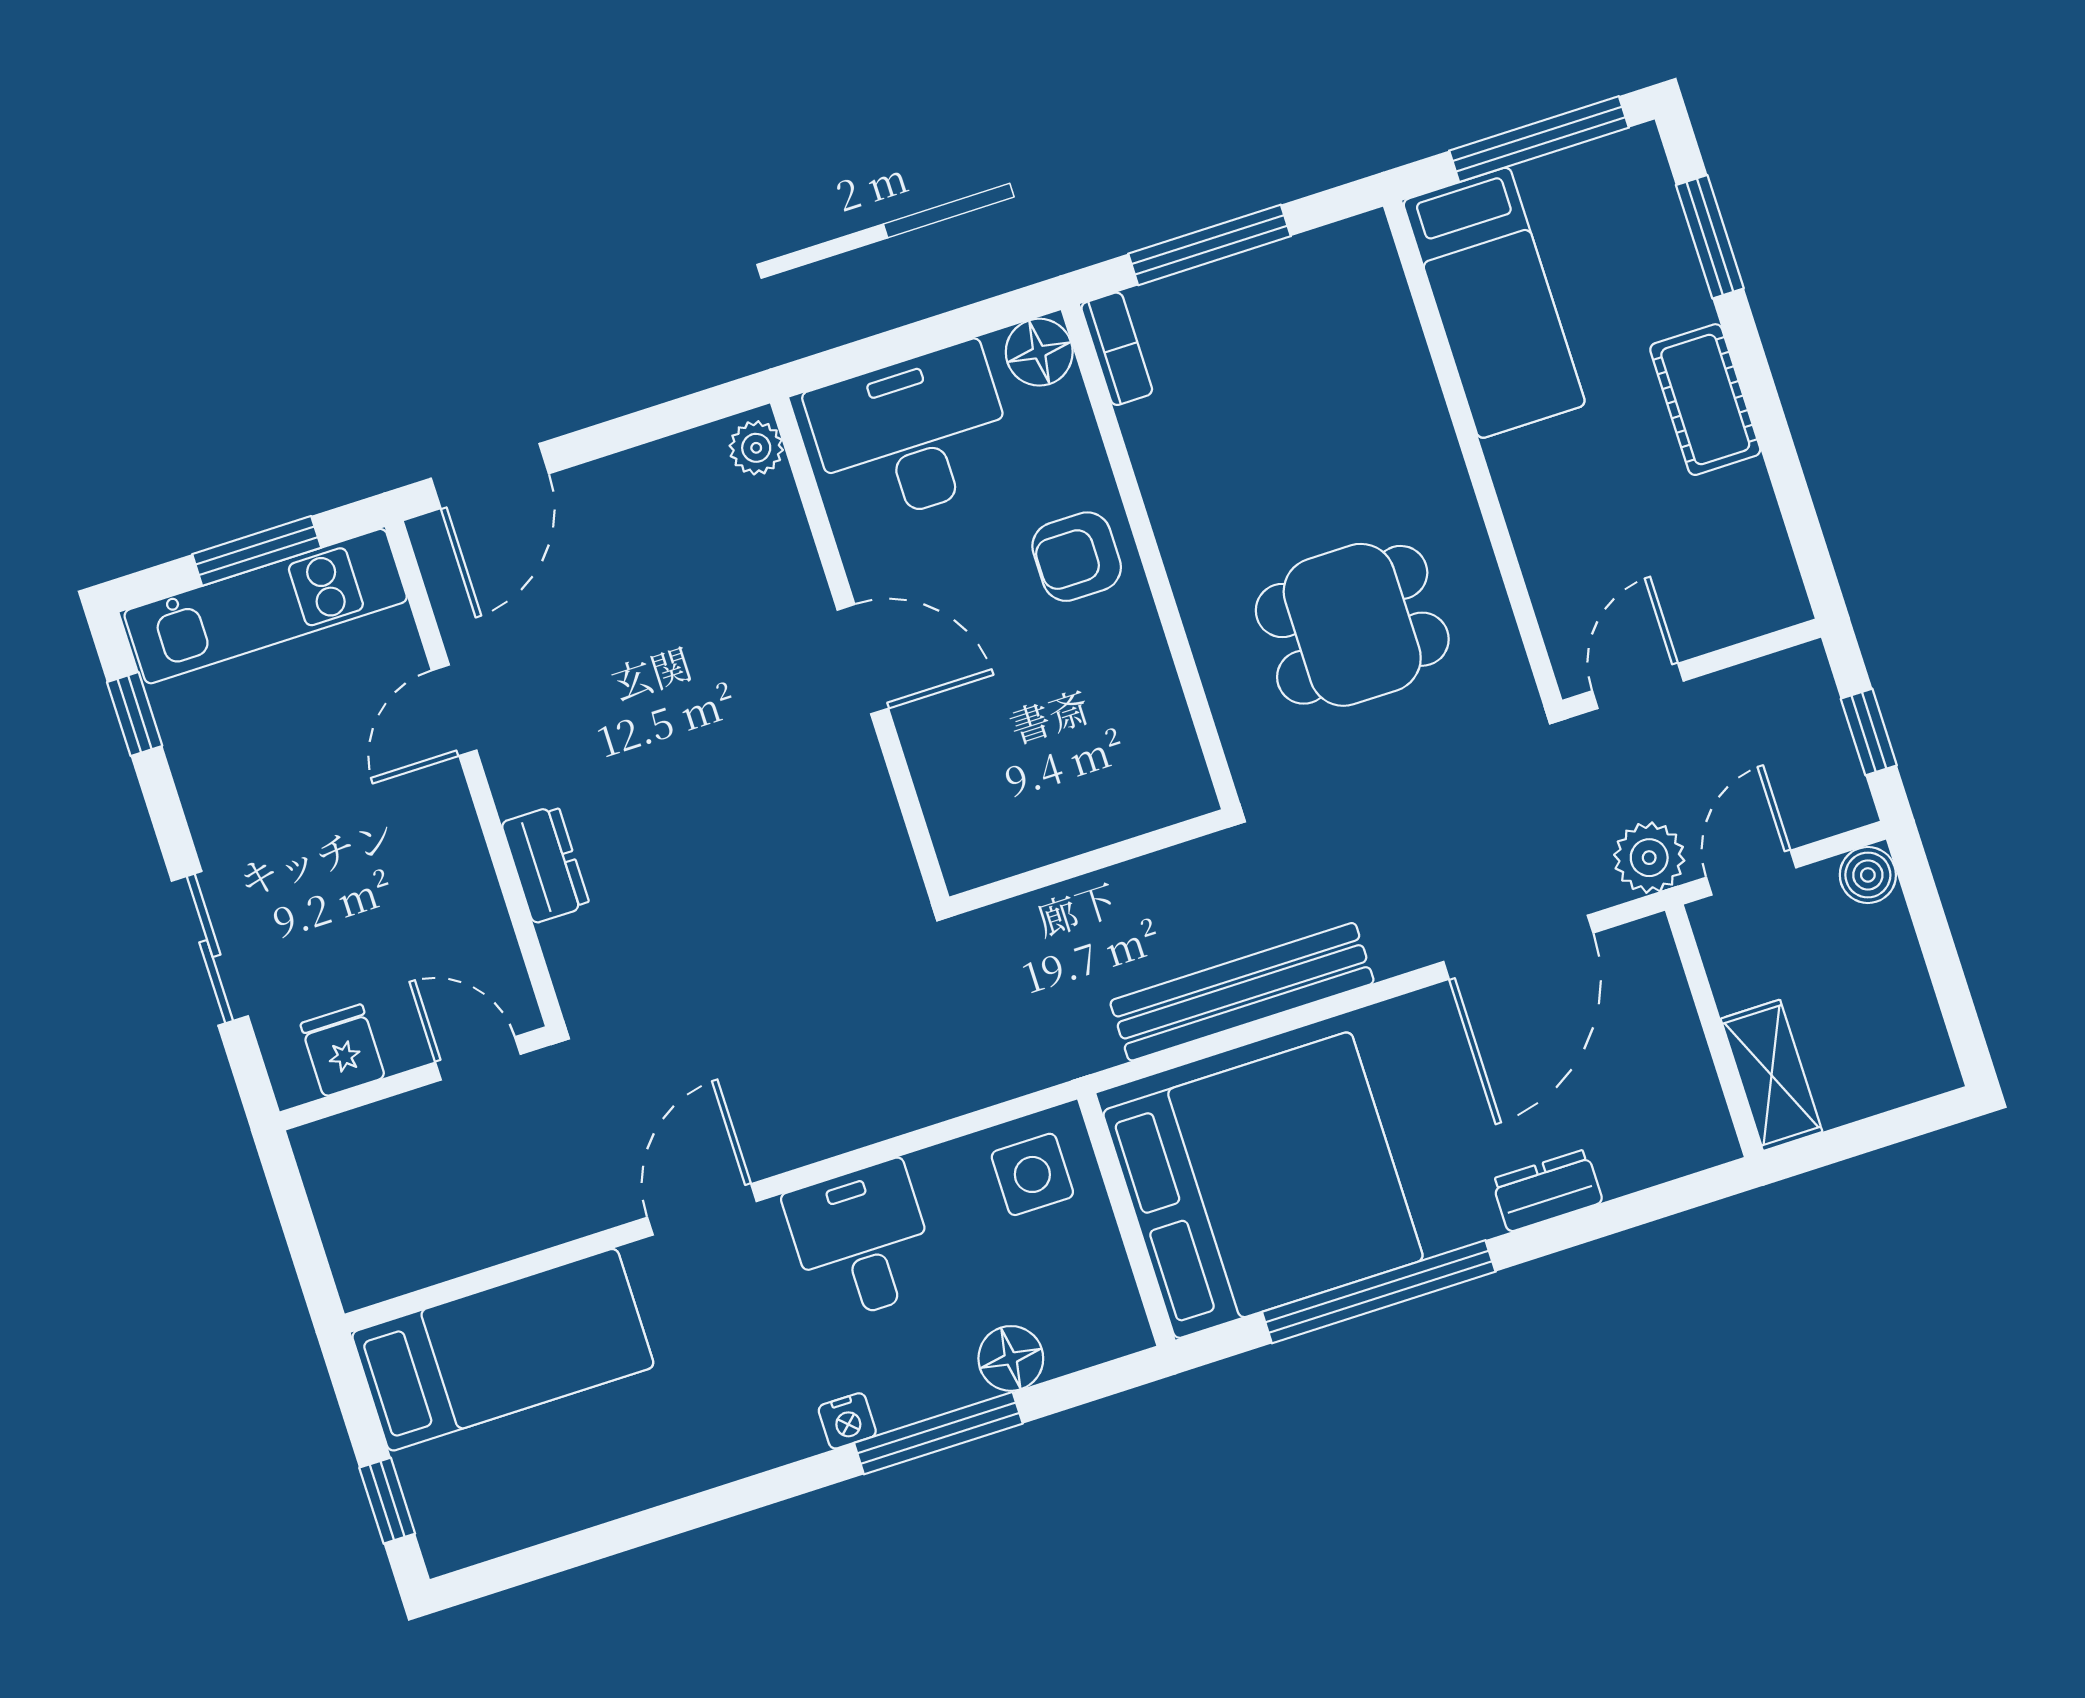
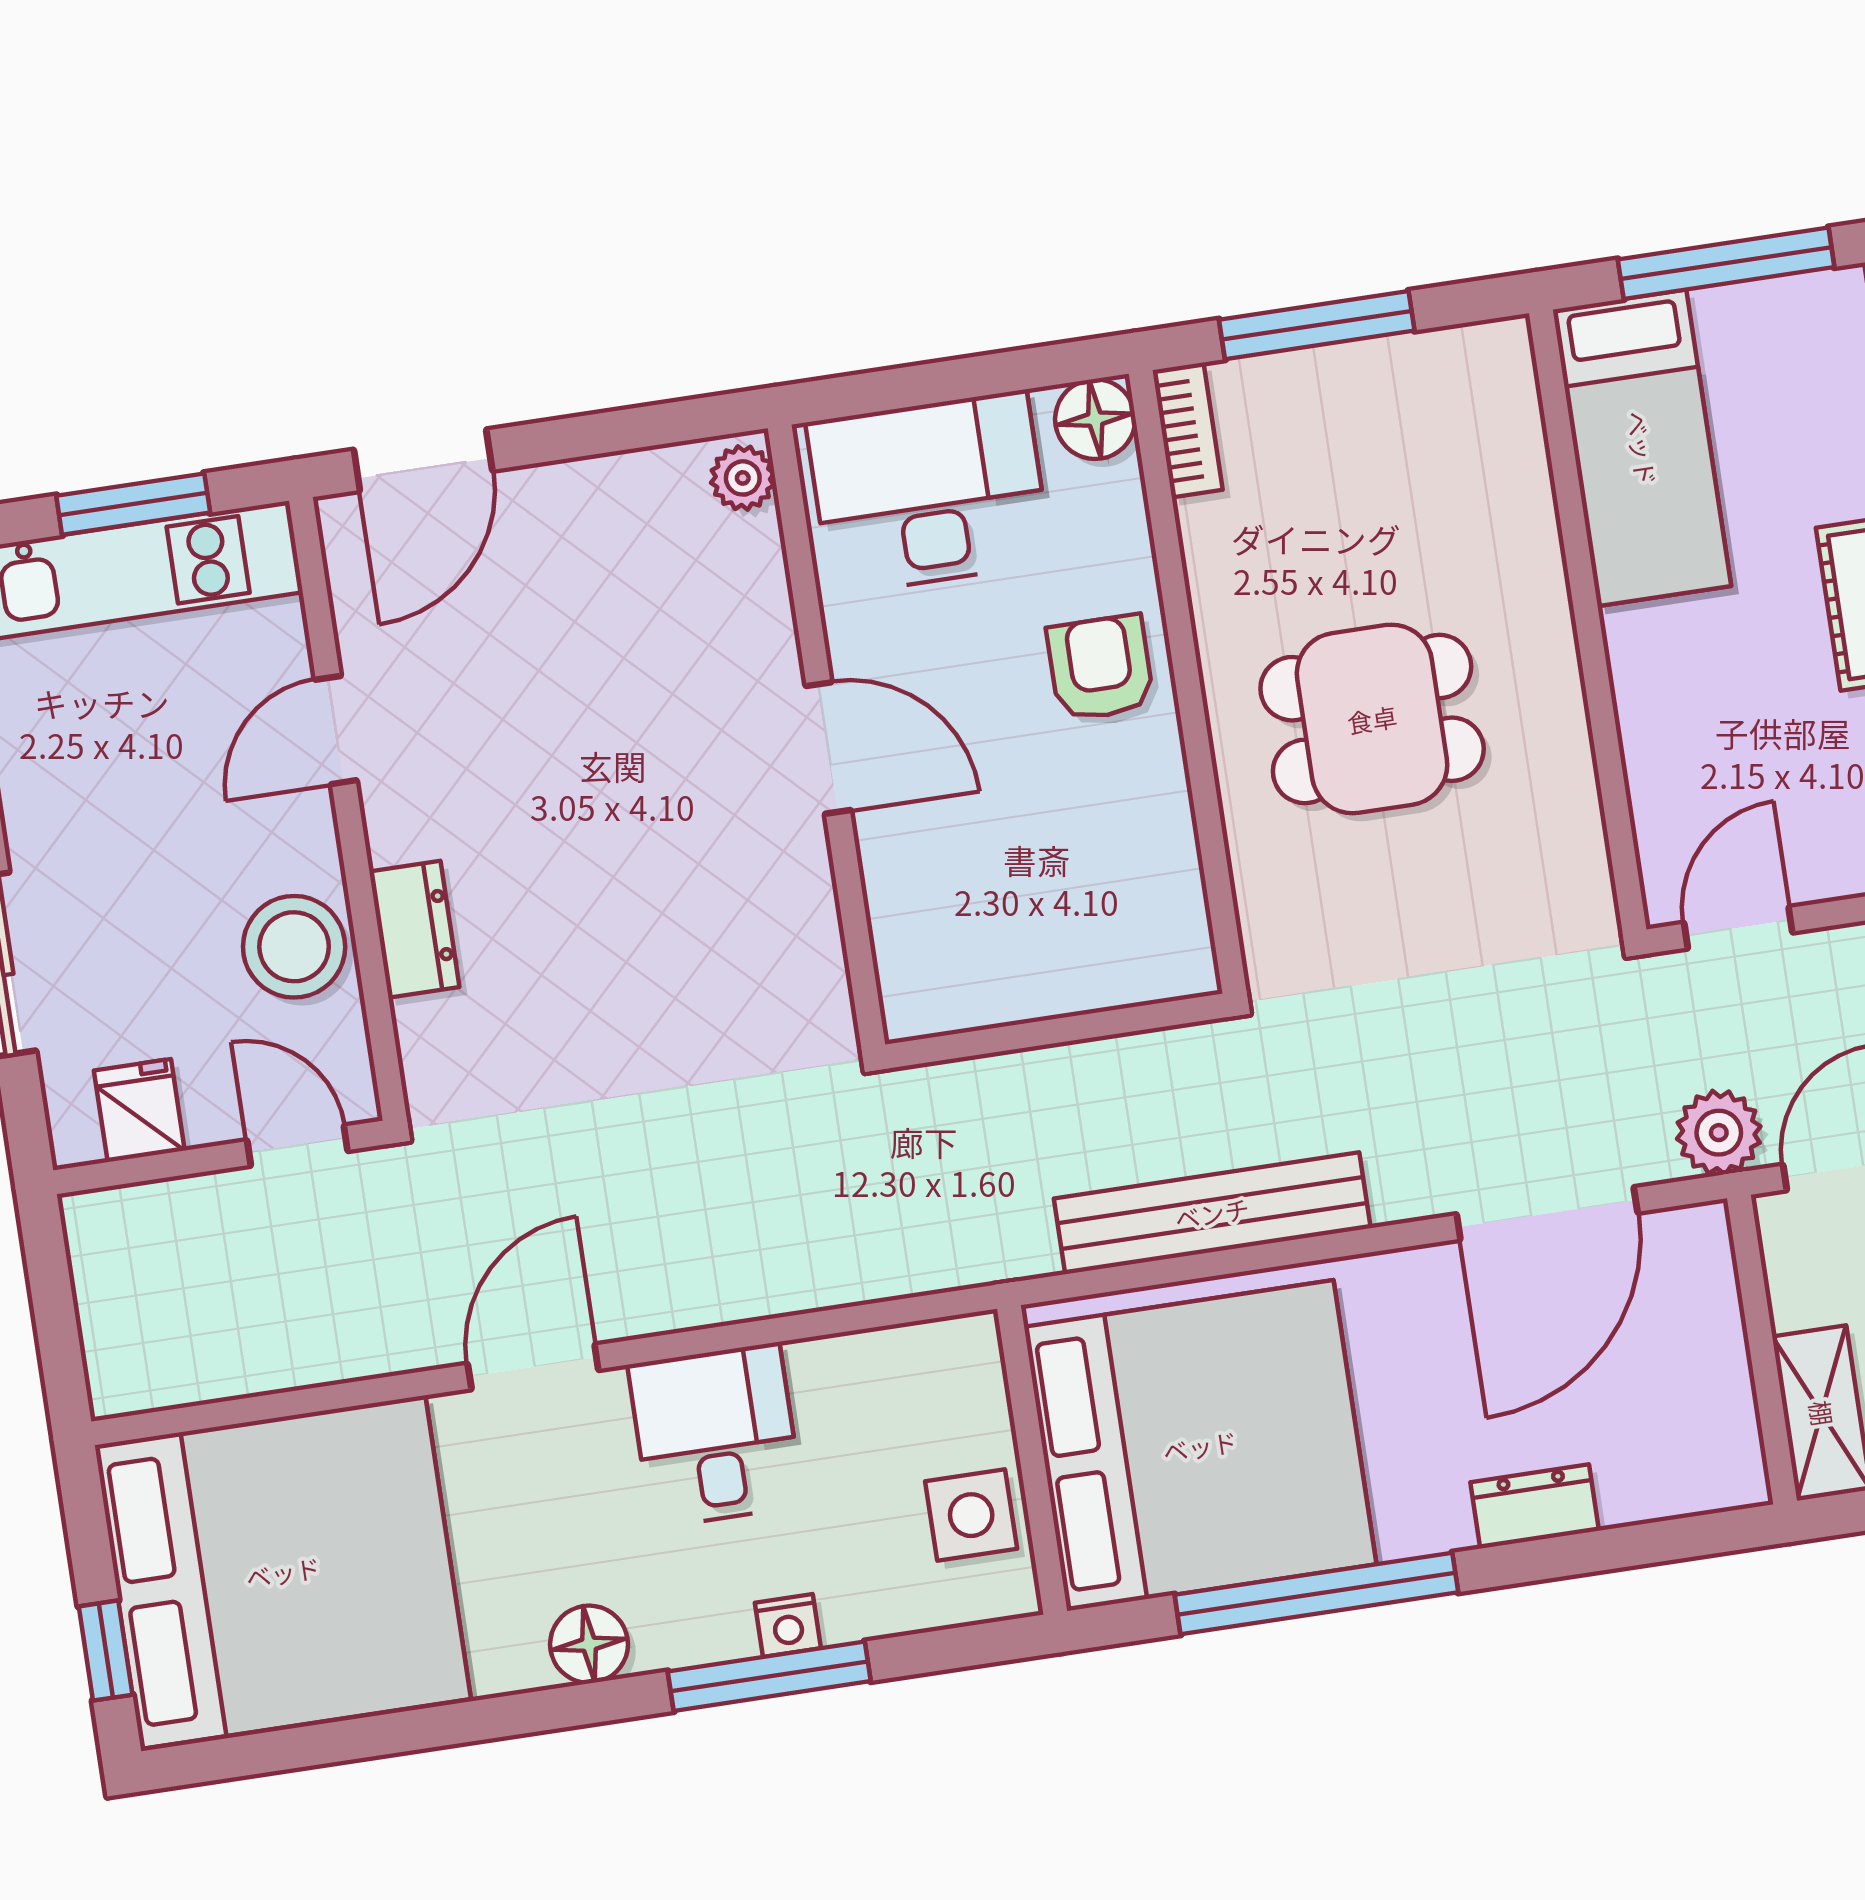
armchair: (1077, 557) -> (1100, 668), turned 90
dining table: (1352, 625) -> (1372, 719), moved
stool: (449, 895) -> (294, 947), added
side table: (1032, 1174) -> (971, 1515), moved
bed: (503, 1350) -> (283, 1572), width x2.04
floor lamp: (1011, 1358) -> (589, 1644), moved
nightstand: (847, 1421) -> (788, 1626), moved

